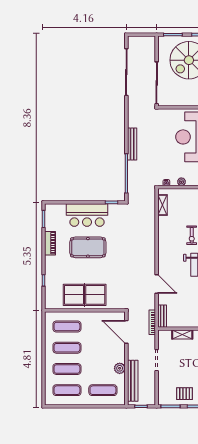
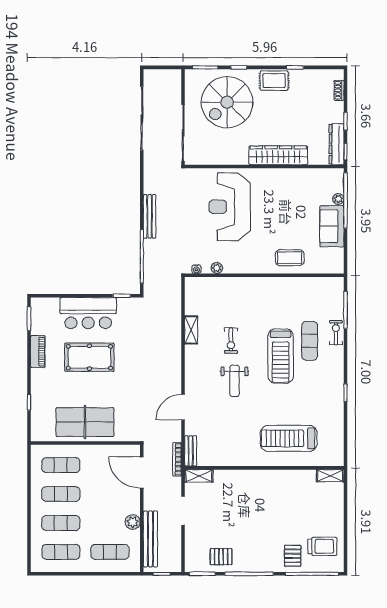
shelving: (163, 205) -> (191, 330), moved
door: (157, 284) -> (183, 407), swing flipped
shelving: (182, 334) -> (199, 476), moved

